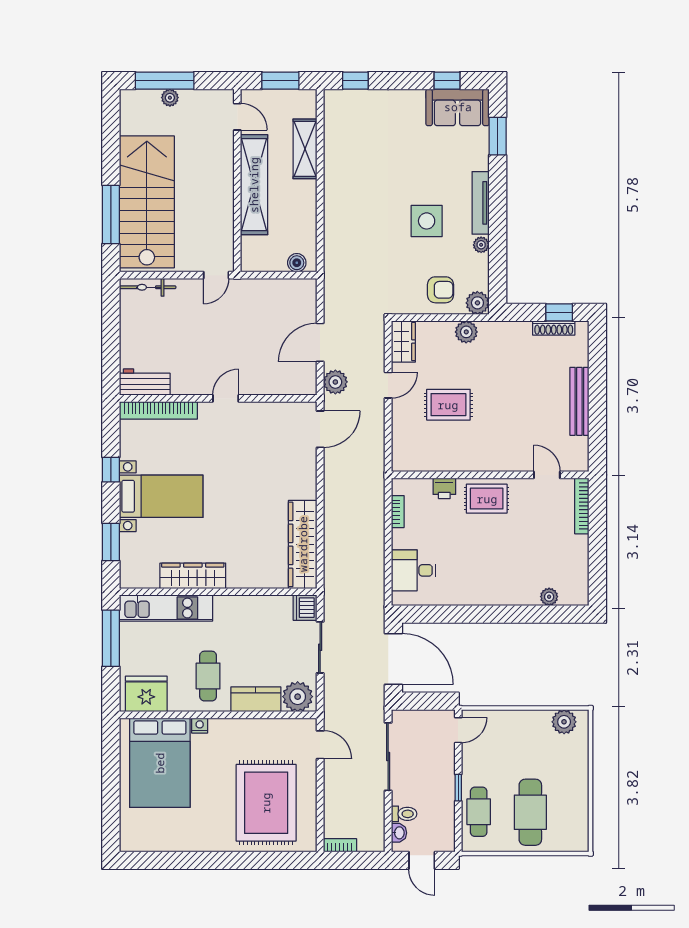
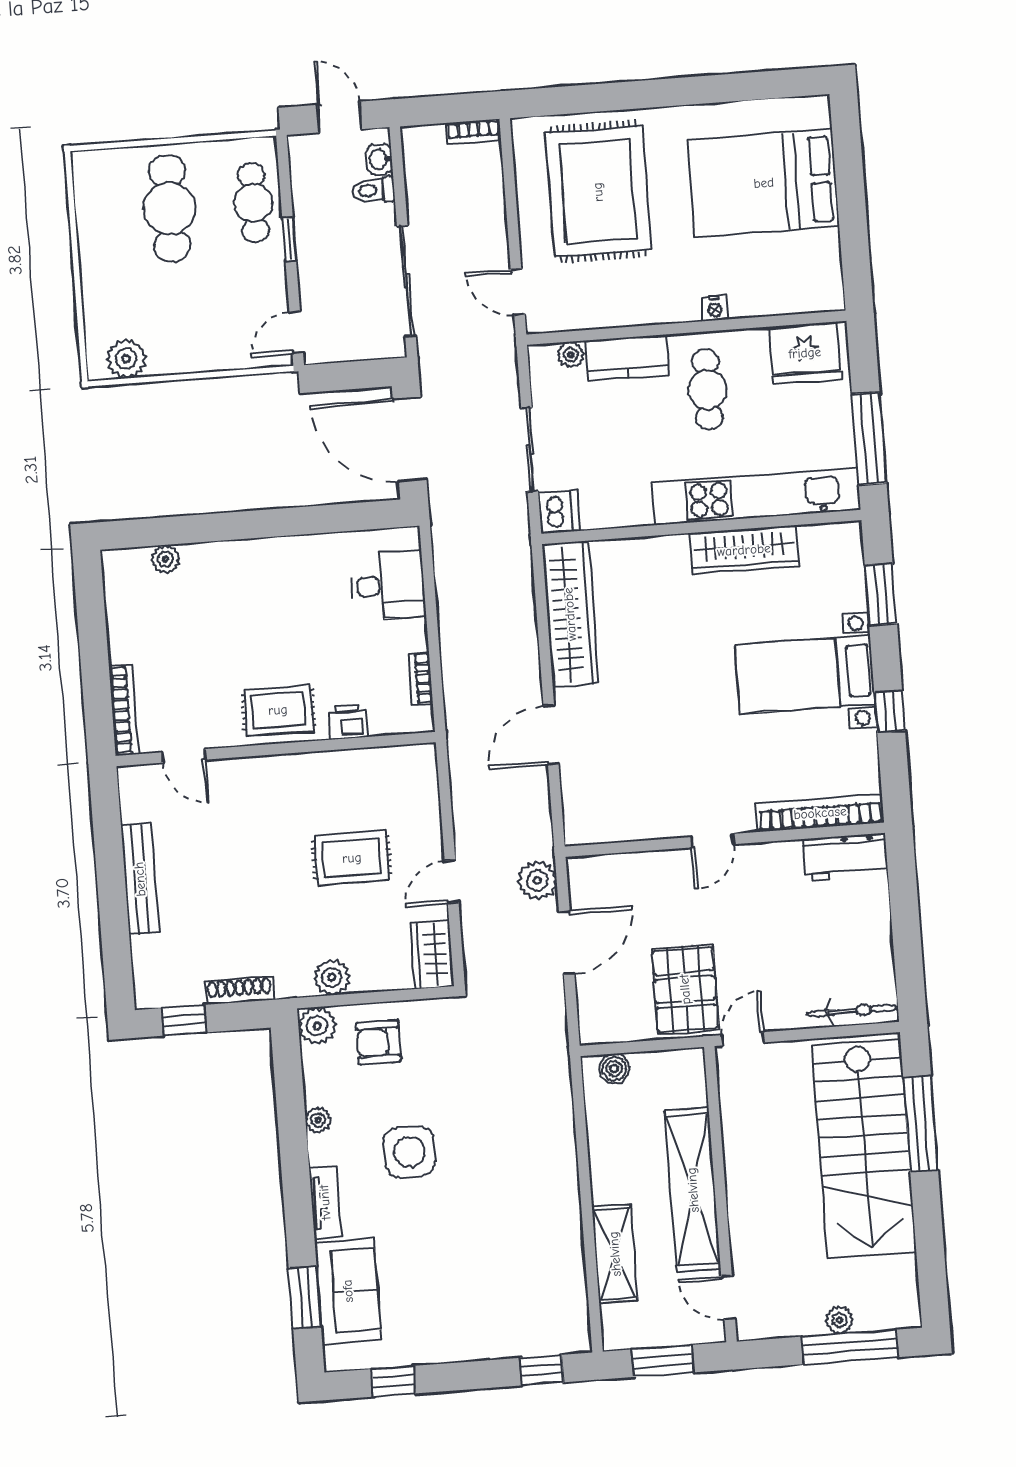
sofa: (458, 107) -> (348, 1291), moved, turned 90
tv unit: (481, 203) -> (325, 1202), width x0.71
pallet: (249, 308) -> (685, 989), added
shoe rack: (554, 328) -> (240, 991), moved
door: (320, 429) -> (551, 735), moved
kitchen unit: (166, 608) -> (756, 496), width x1.36
plant: (298, 697) -> (571, 355), width x0.53, depth x0.53
bed: (160, 763) -> (764, 183), moved, turned -90

